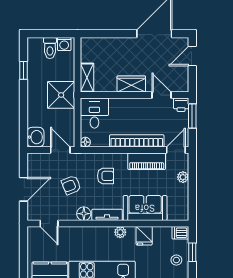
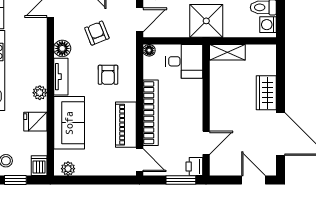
wardrobe: (131, 84) -> (266, 93), moved, turned 180
plant: (183, 177) -> (68, 169), moved

